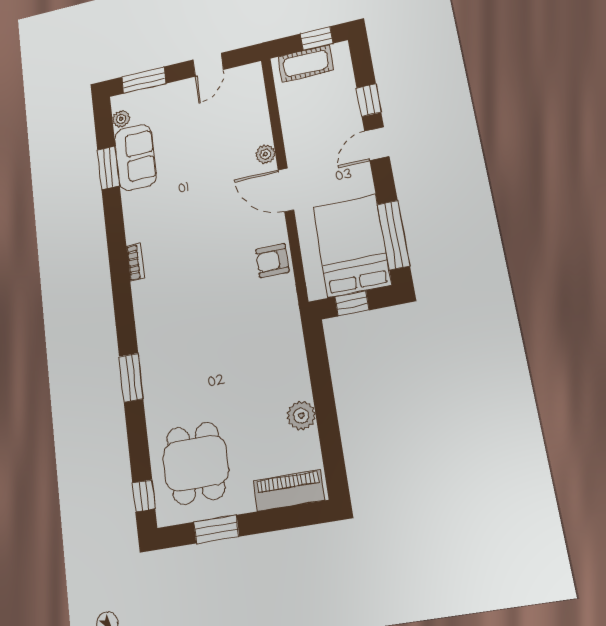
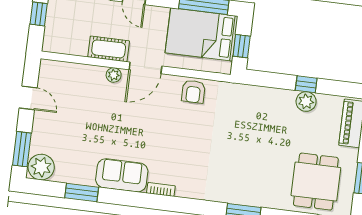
cot: (306, 63) -> (109, 49), moved, turned 90
plant: (121, 119) -> (41, 167), width x1.88, depth x1.88
sofa: (135, 157) -> (122, 175), moved
window: (325, 408) -> (306, 84), added
dining table: (196, 463) -> (316, 182), turned 90

